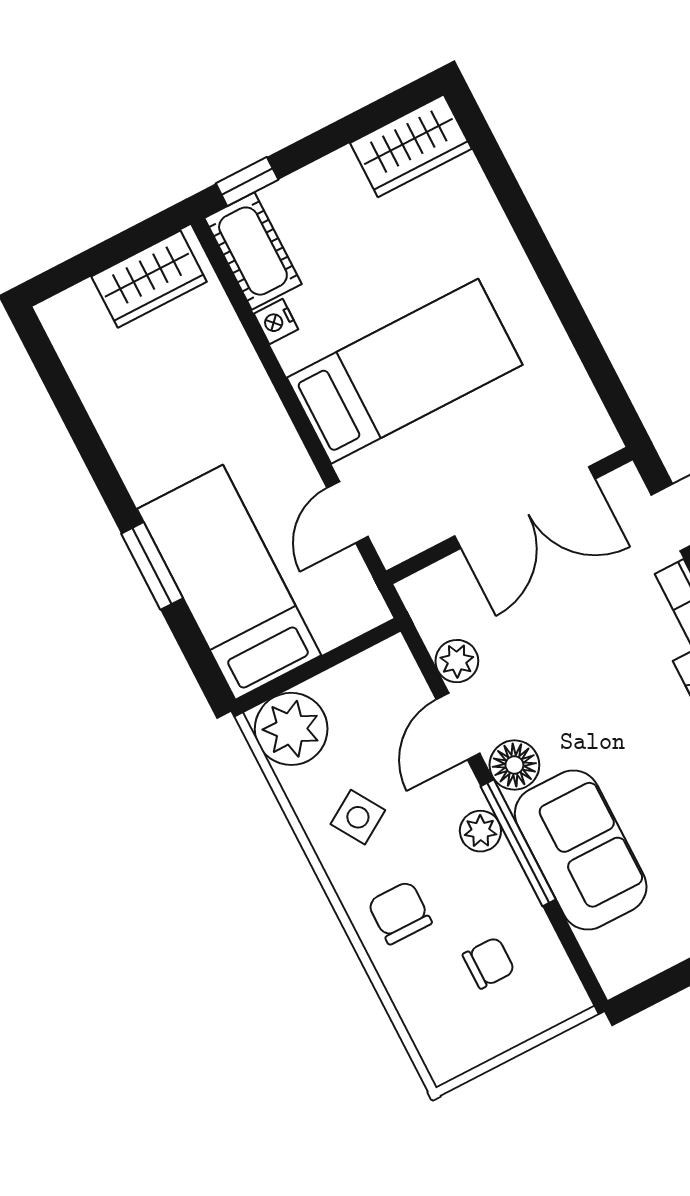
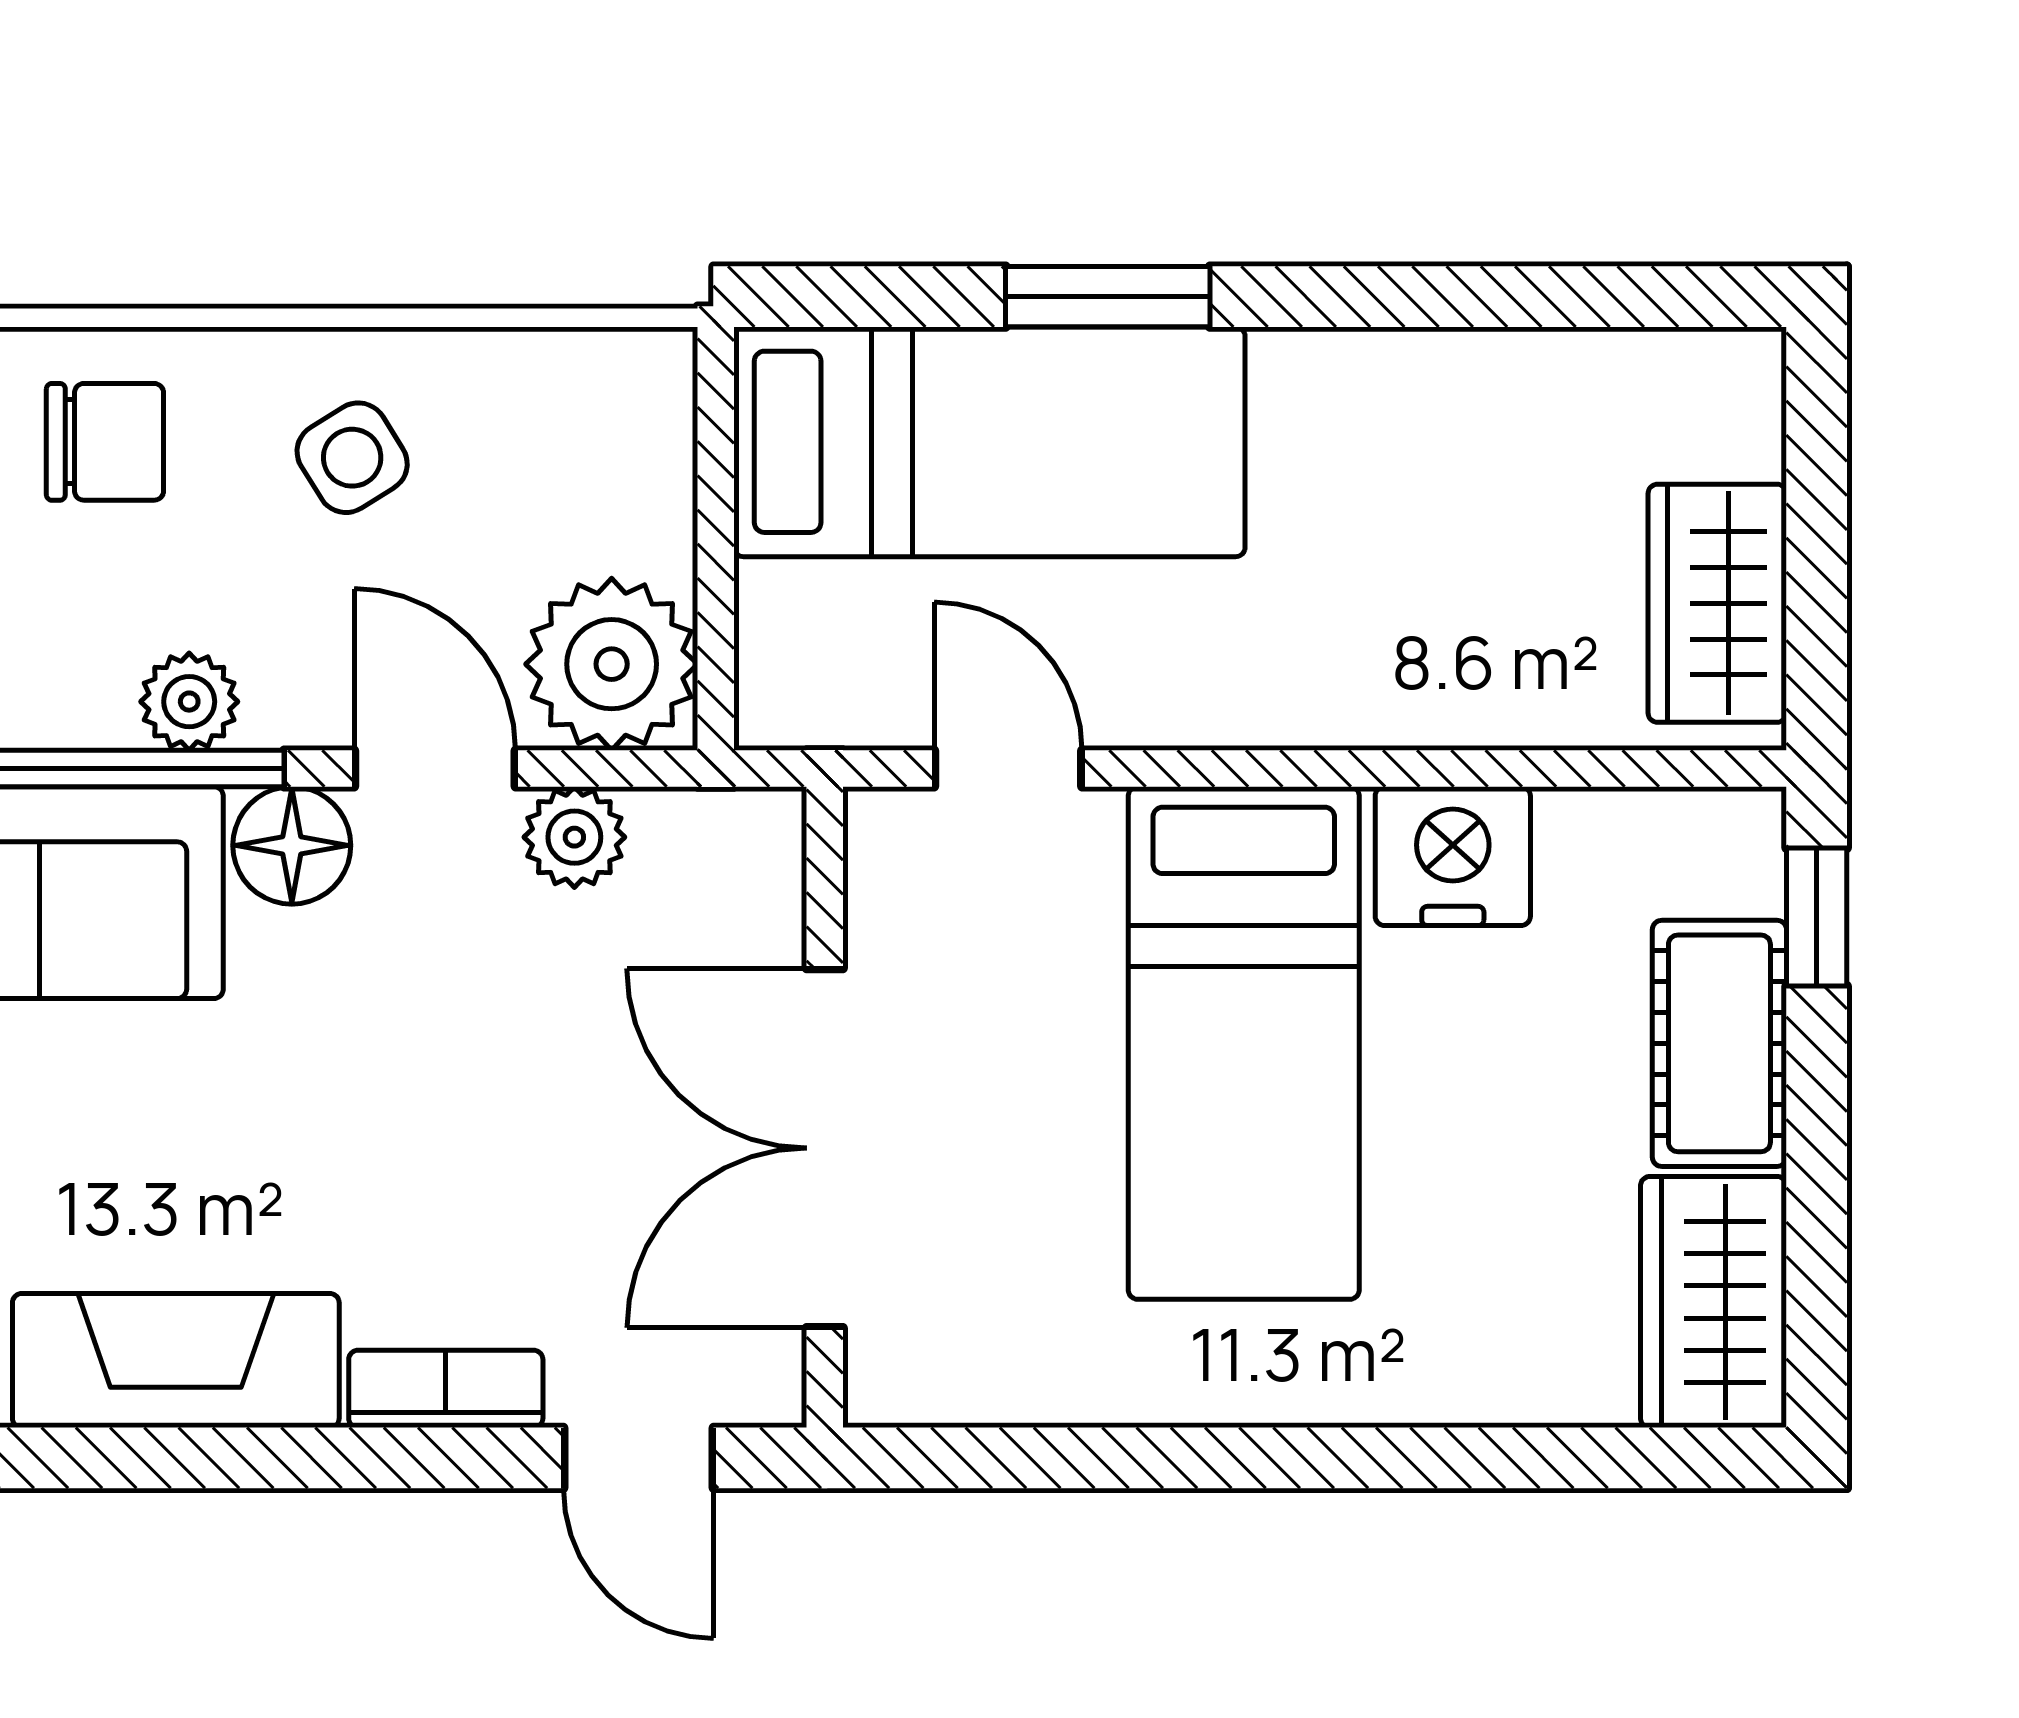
cot: (253, 251) -> (1719, 1043), moved, turned 90
nightstand: (276, 321) -> (1453, 856), width x1.89, depth x1.79
plant: (291, 729) -> (612, 664), moved

